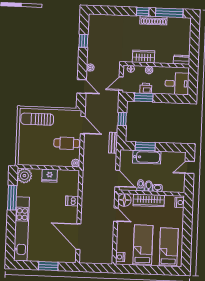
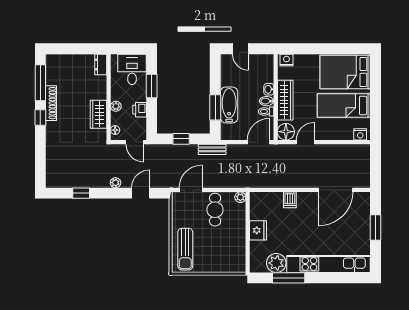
window: (144, 97) -> (152, 86), moved
plant: (24, 176) -> (276, 263), moved
bed: (169, 247) -> (345, 72), width x1.50

